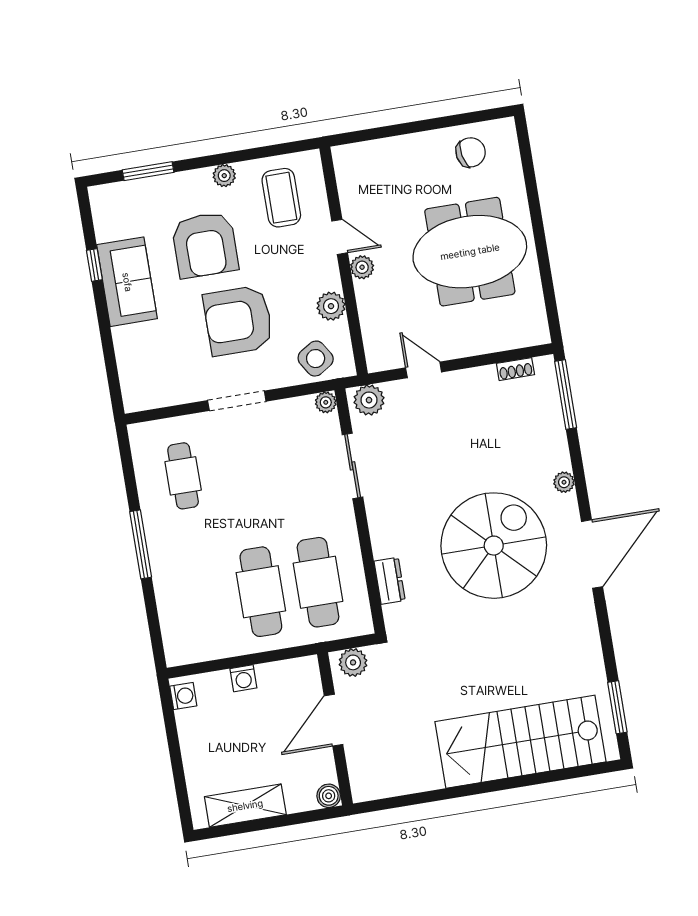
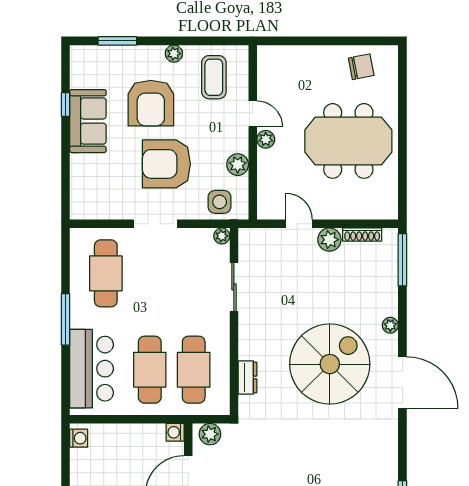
side table: (316, 359) -> (220, 202), turned 32
shoe rack: (515, 369) -> (362, 235), width x1.43
plant: (369, 400) -> (329, 240), moved
cafe table: (183, 476) -> (106, 273), width x1.37, depth x1.35
door: (592, 554) -> (402, 383), hinge flipped
bar counter: (185, 603) -> (92, 369), added
washing machine: (243, 678) -> (175, 432), moved, turned 90

